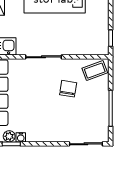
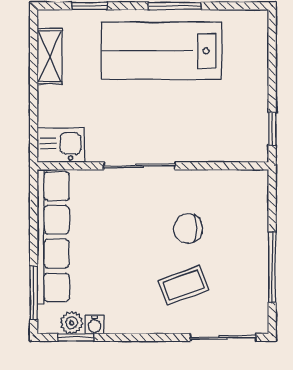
coffee table: (95, 71) -> (184, 285), moved
chair: (68, 89) -> (188, 229), turned -99

